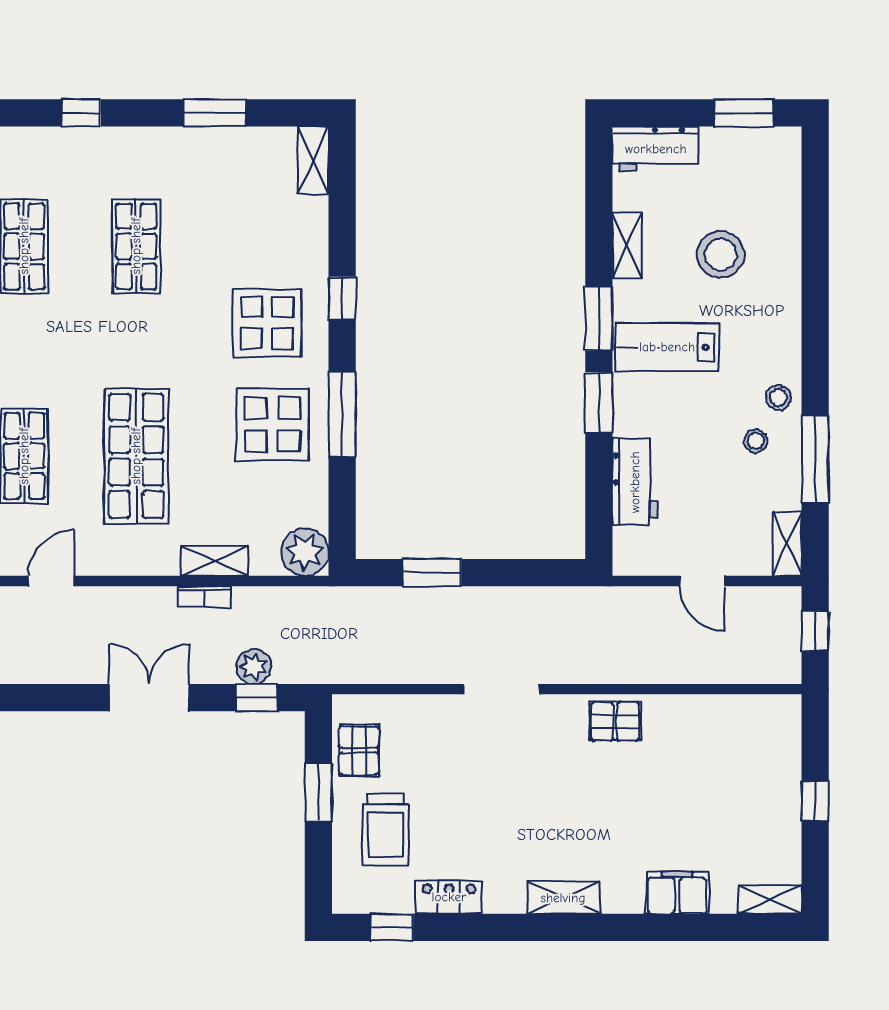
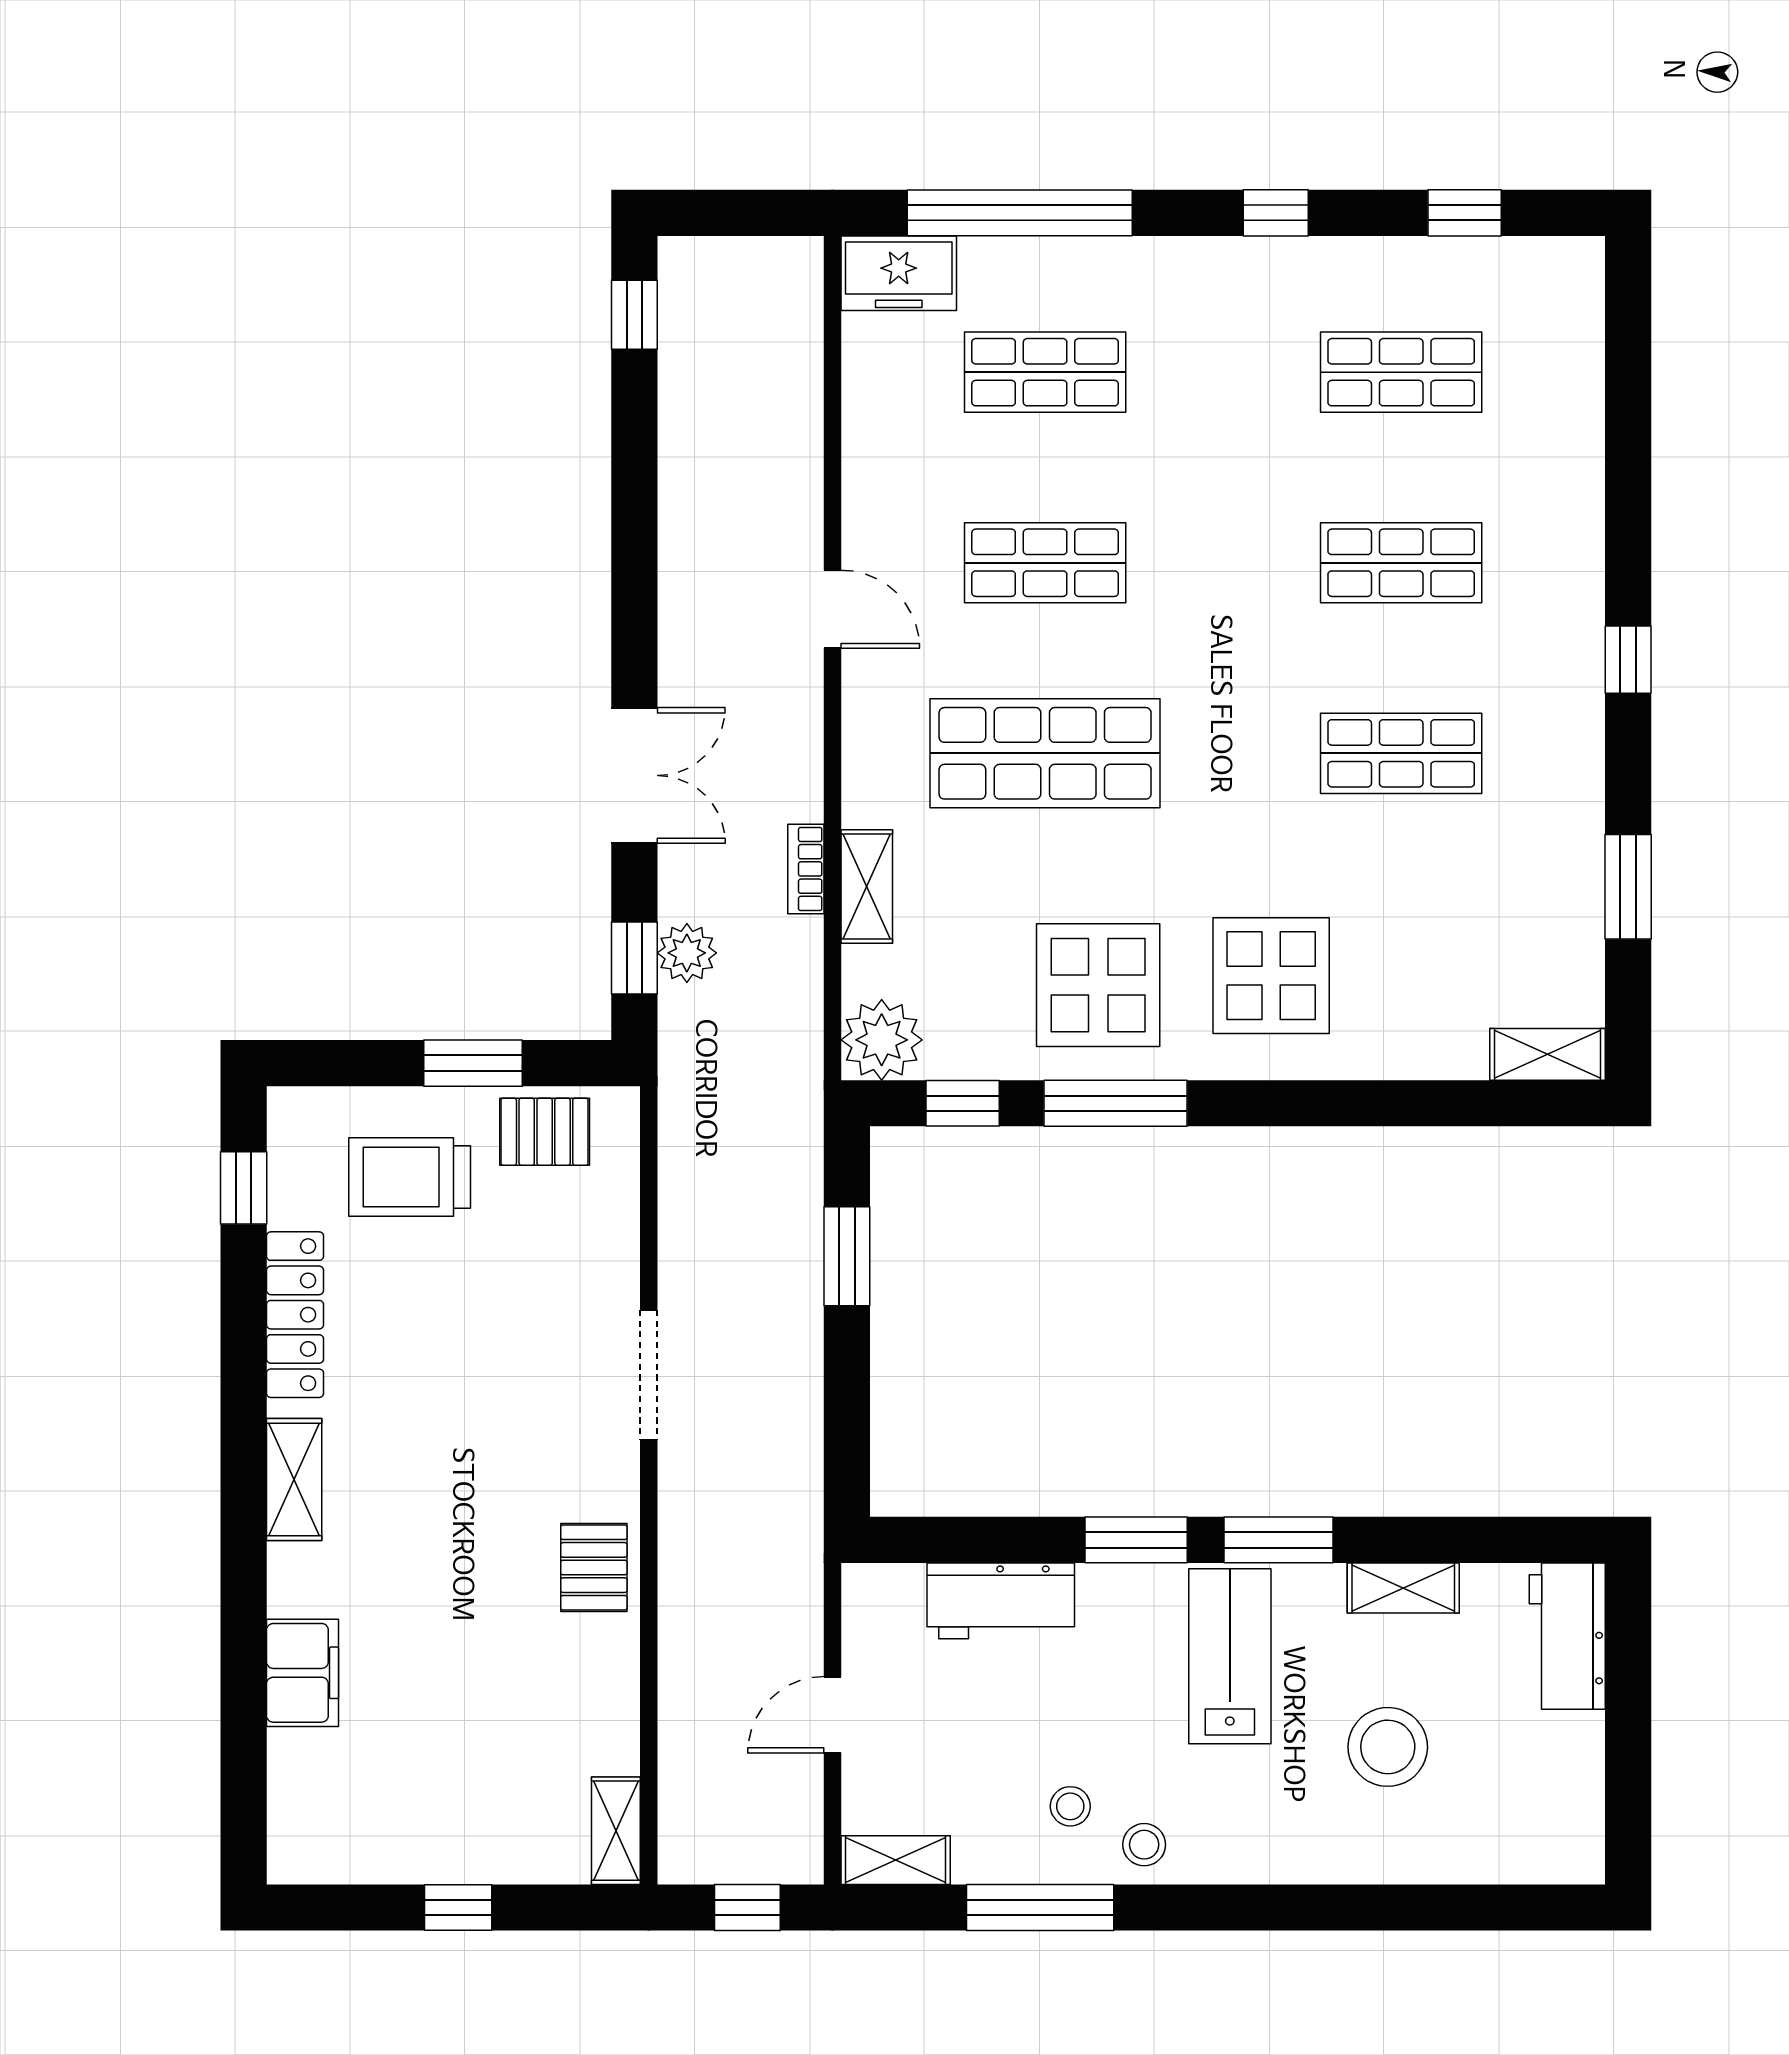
window: (744, 113) -> (1628, 1787), removed
window: (342, 298) -> (963, 1103), moved
locker: (449, 897) -> (295, 1315), width x1.53
shelving: (770, 900) -> (616, 1831), moved

